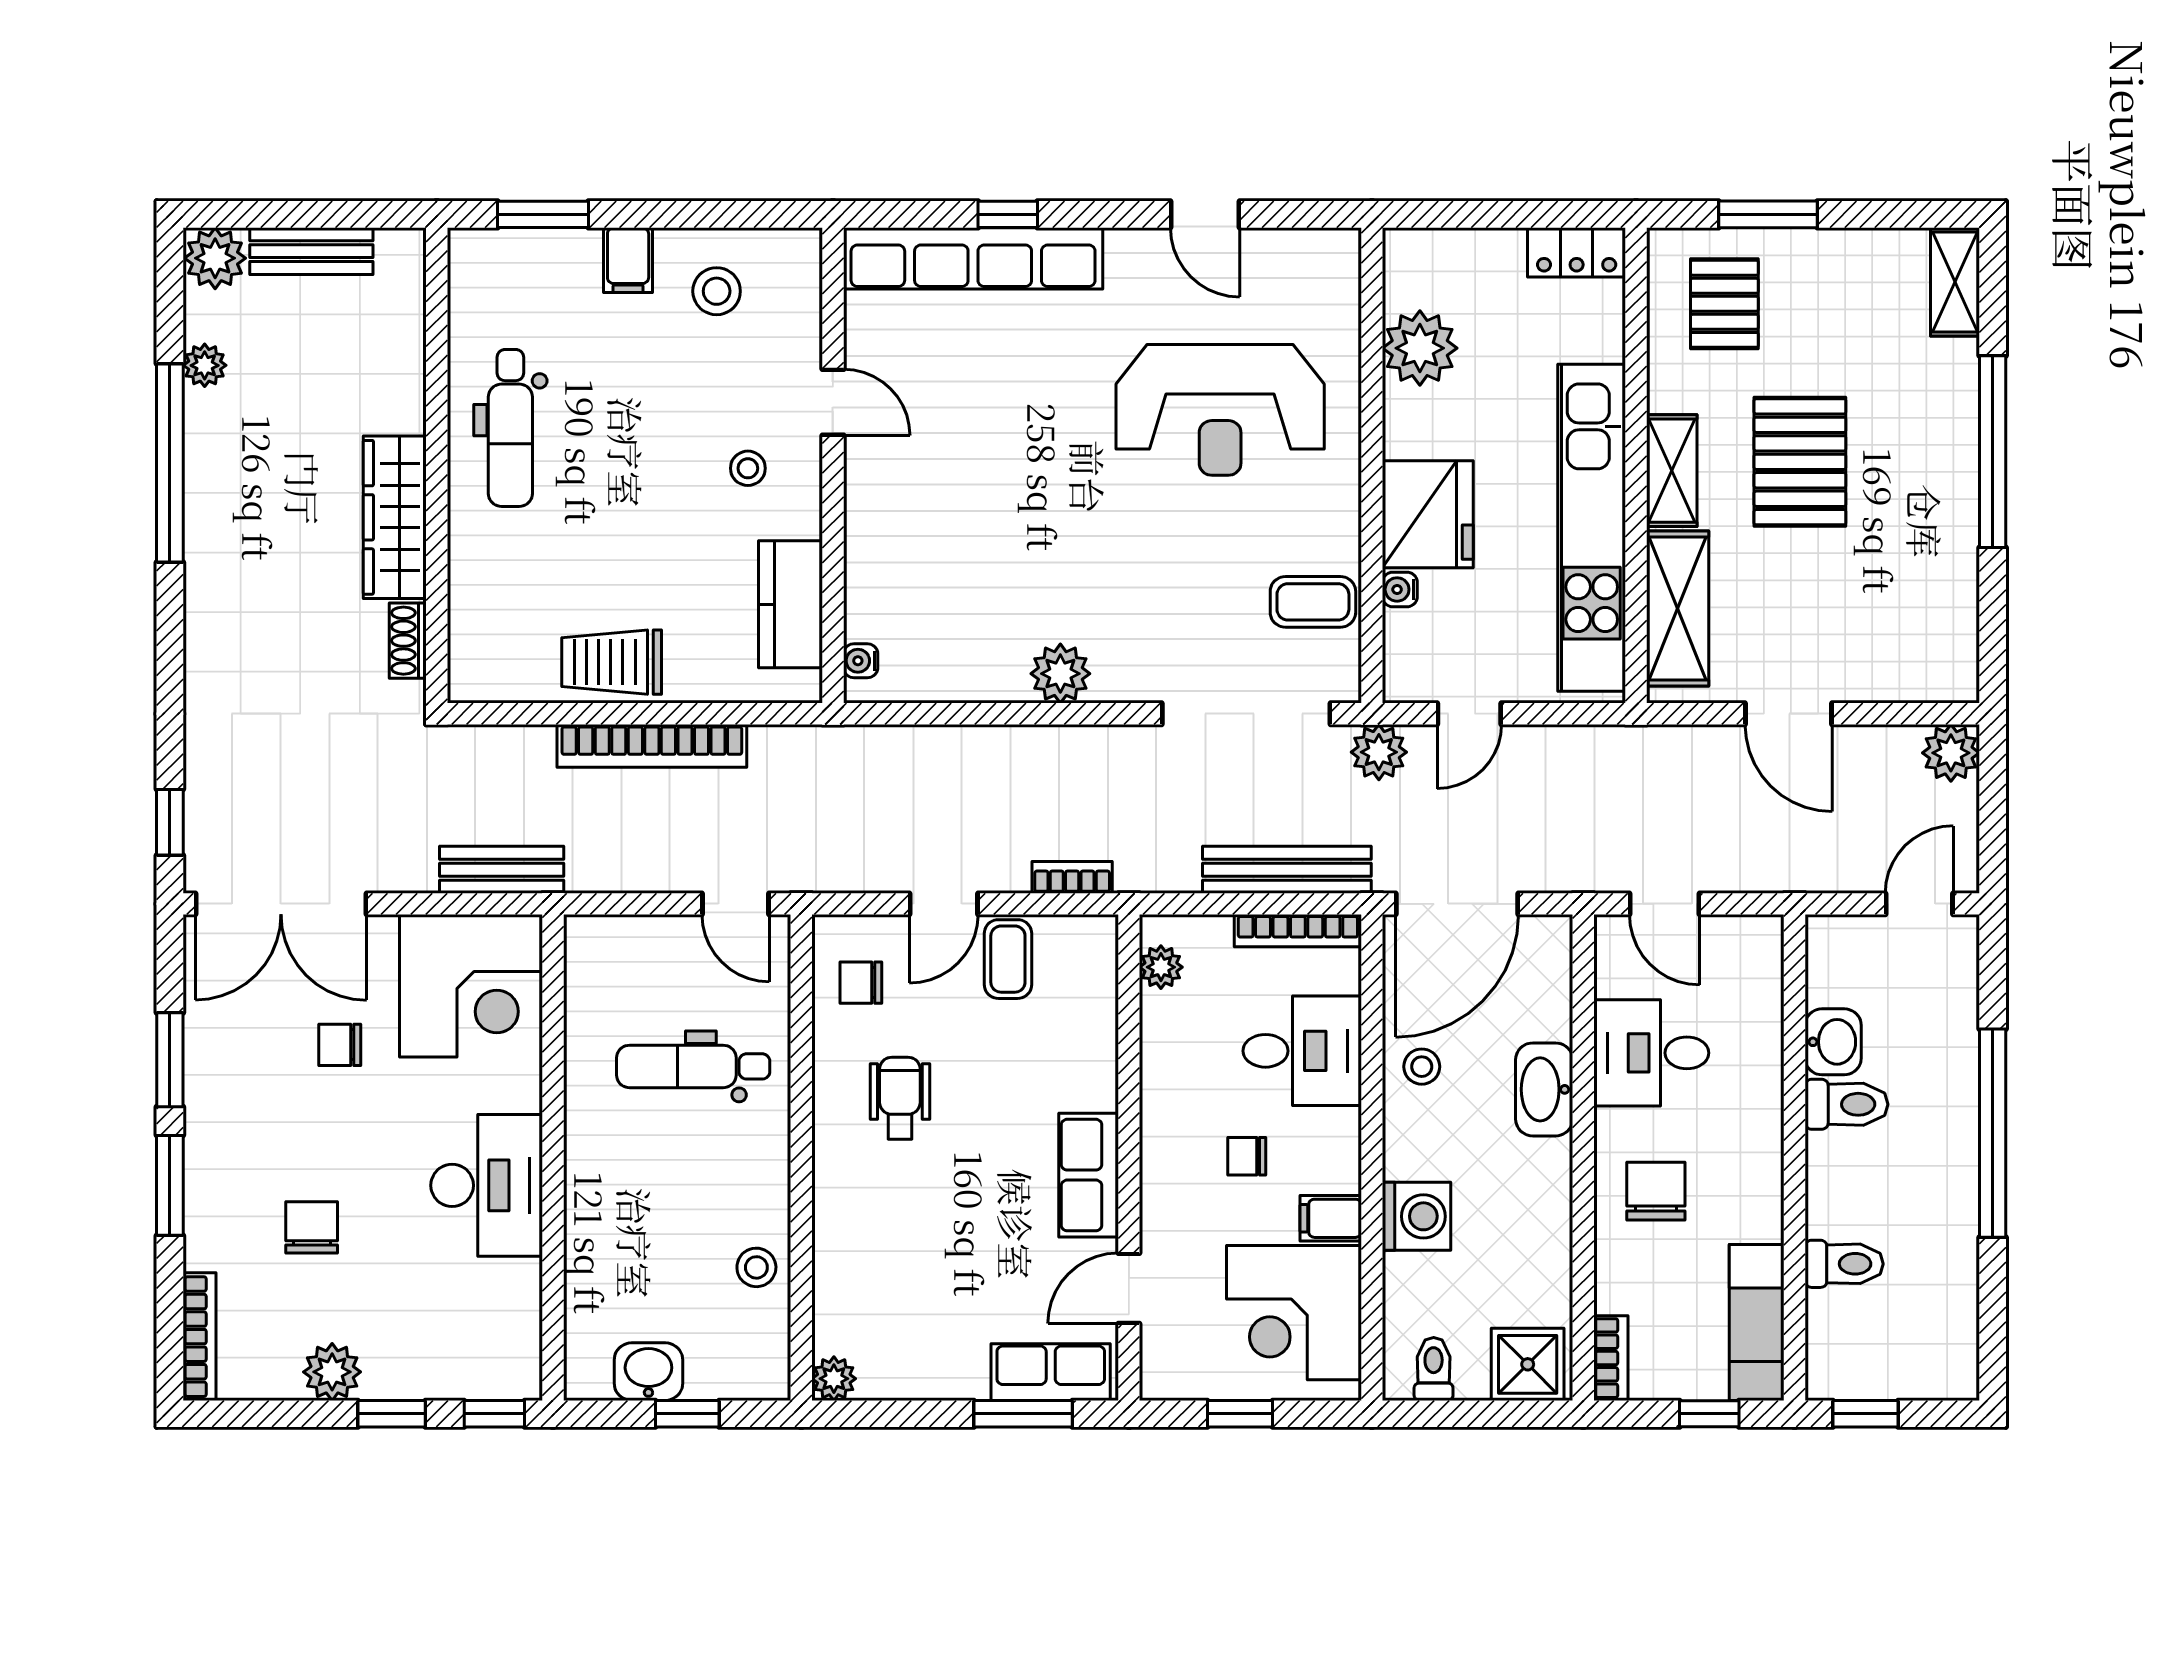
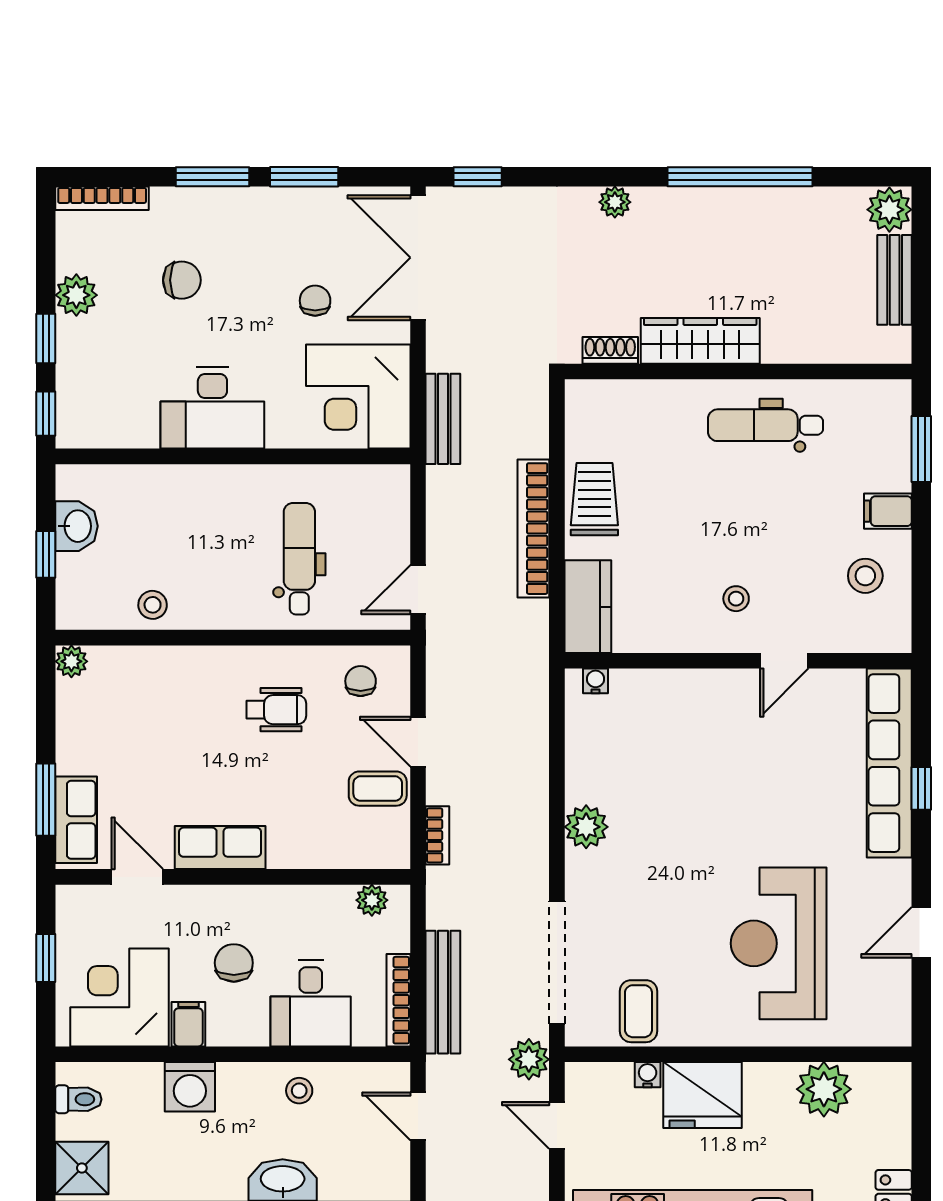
plant: (205, 365) -> (615, 202), moved
kitchen counter: (791, 604) -> (588, 607), moved, turned 90
door: (1457, 904) -> (418, 1116), width x0.53
chair: (1247, 1156) -> (234, 963), width x1.37, depth x1.37

